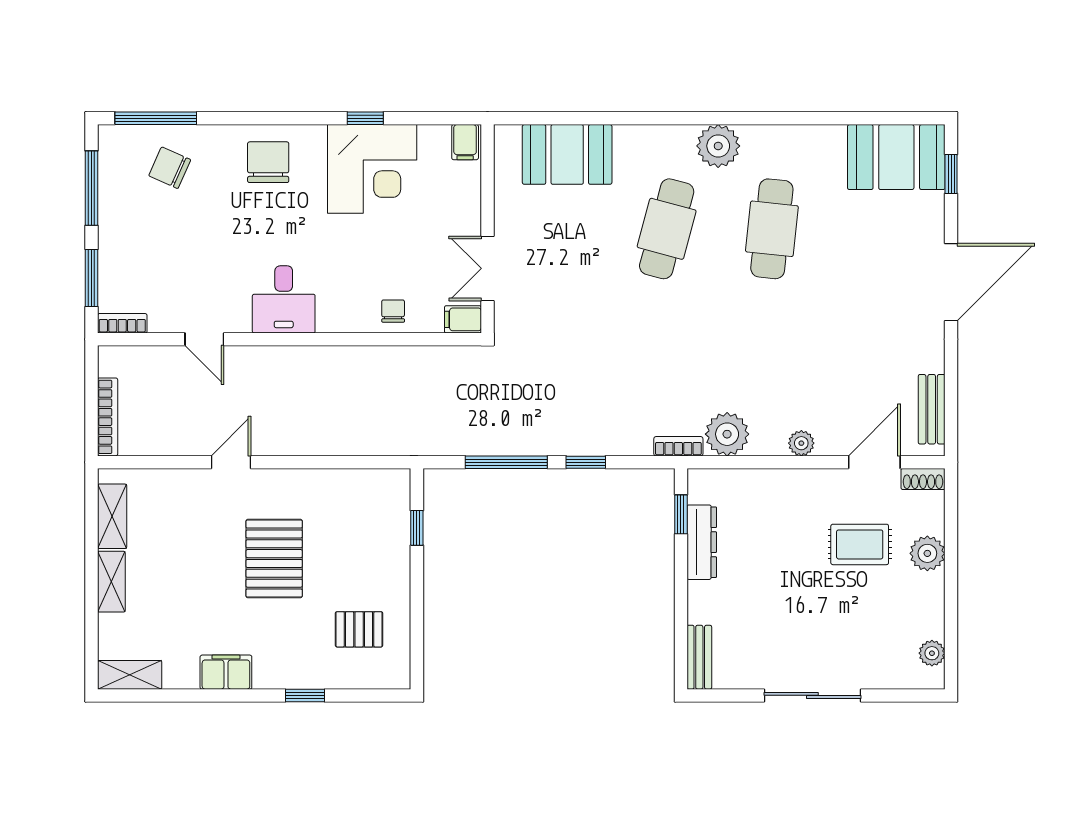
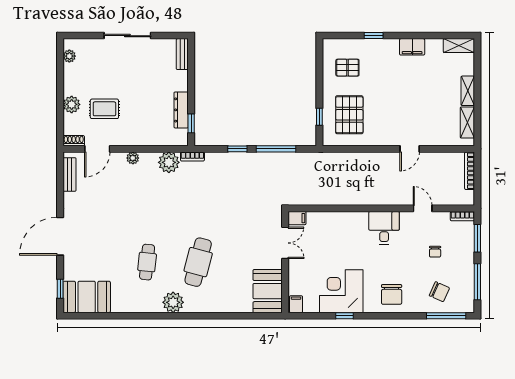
booth: (567, 154) -> (268, 291), moved, turned 90
cafe table: (772, 229) -> (147, 262), width x0.73, depth x0.74
chair: (393, 311) -> (435, 252), moved
pallet: (274, 559) -> (349, 115), moved

